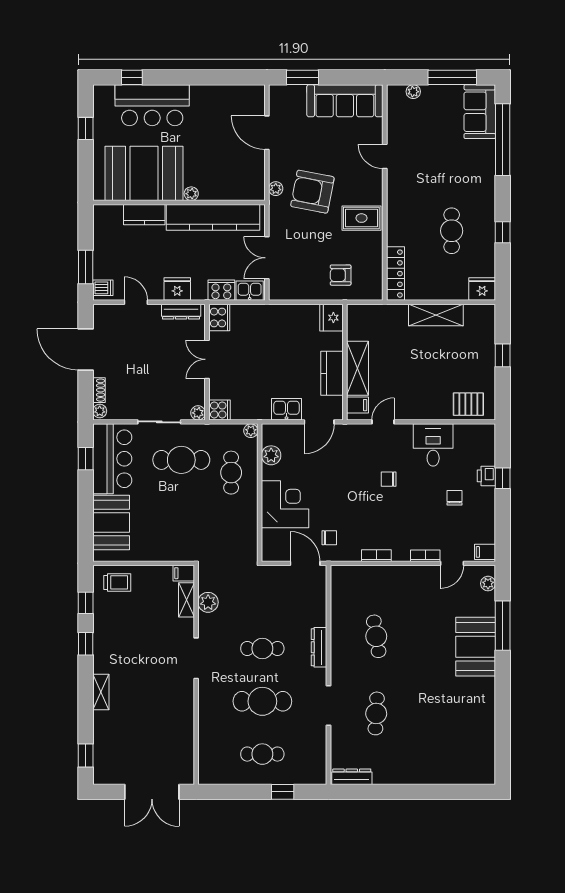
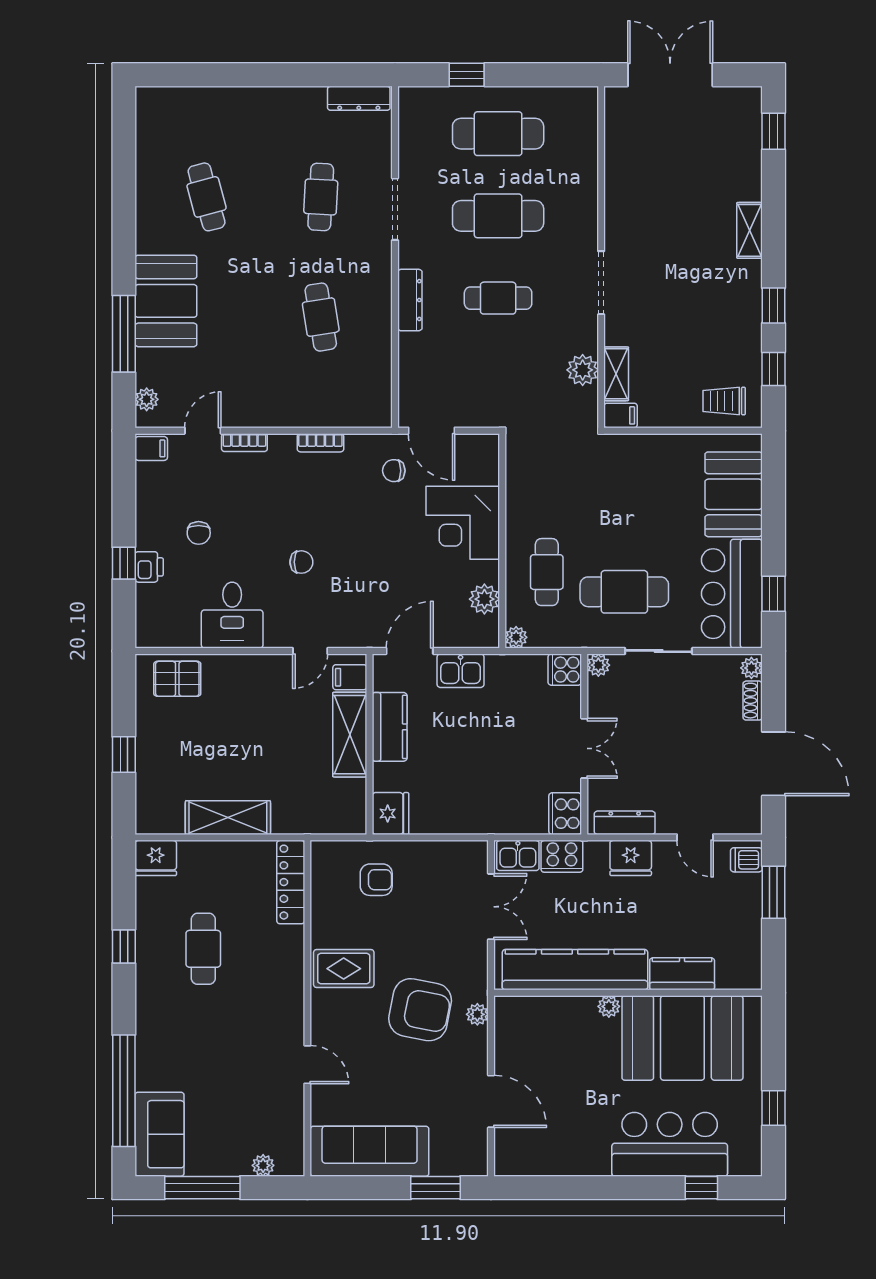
cafe table: (450, 713) -> (207, 197), added
cafe table: (262, 754) -> (498, 134), width x1.37, depth x1.35

